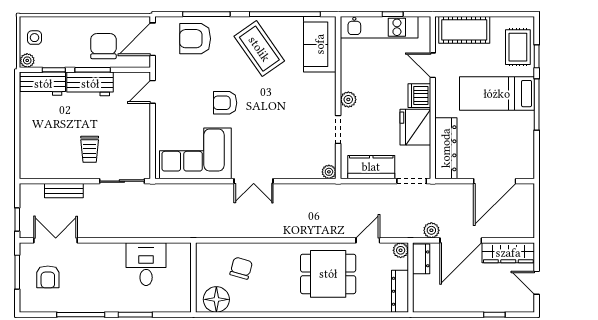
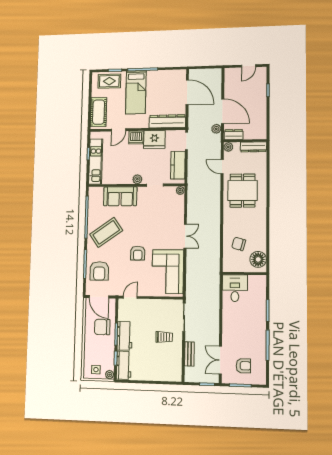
sofa: (320, 44) -> (120, 196), moved
door: (153, 92) -> (130, 297), swing flipped
wardrobe: (508, 253) -> (230, 83), removed
desk: (146, 264) -> (235, 288), moved, turned 90

